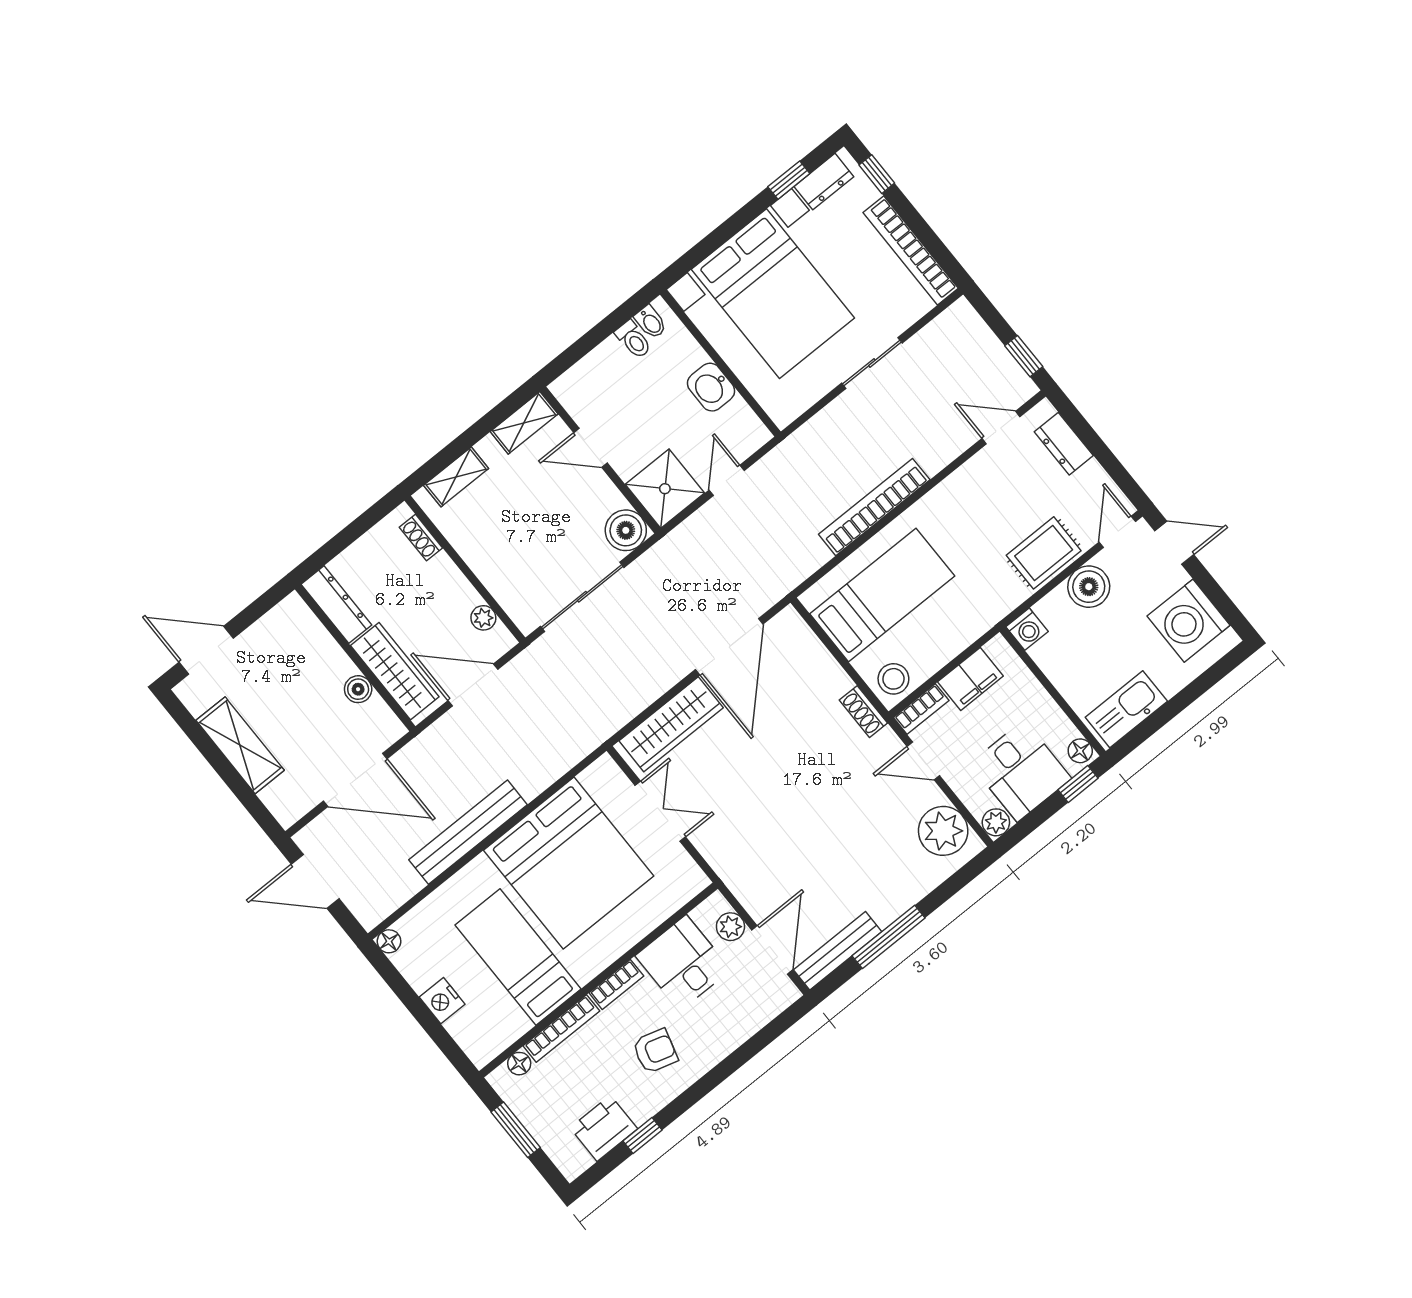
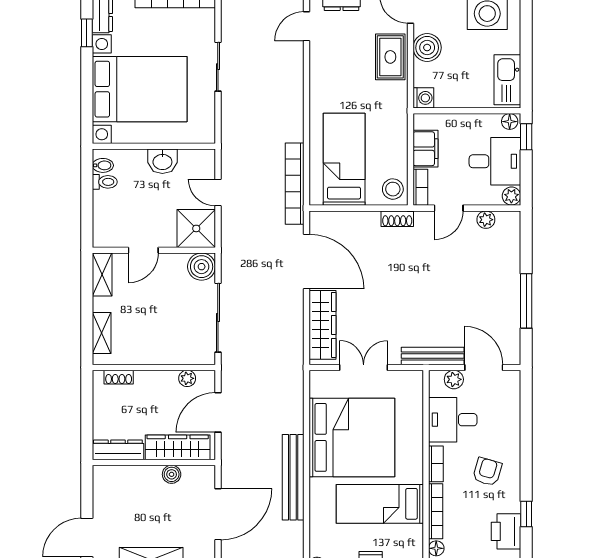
bookcase: (874, 507) -> (295, 184), moved
plant: (943, 831) -> (486, 220), width x0.53, depth x0.53
bench: (838, 951) -> (433, 356), moved, turned 90

